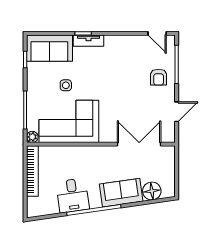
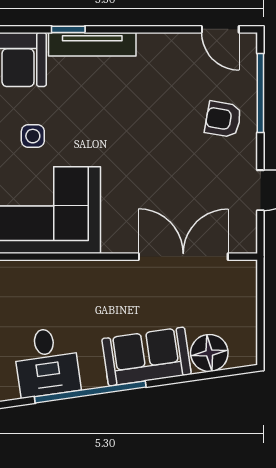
tv unit: (89, 41) -> (92, 44), width x1.41
armchair: (159, 77) -> (223, 119), turned 100

